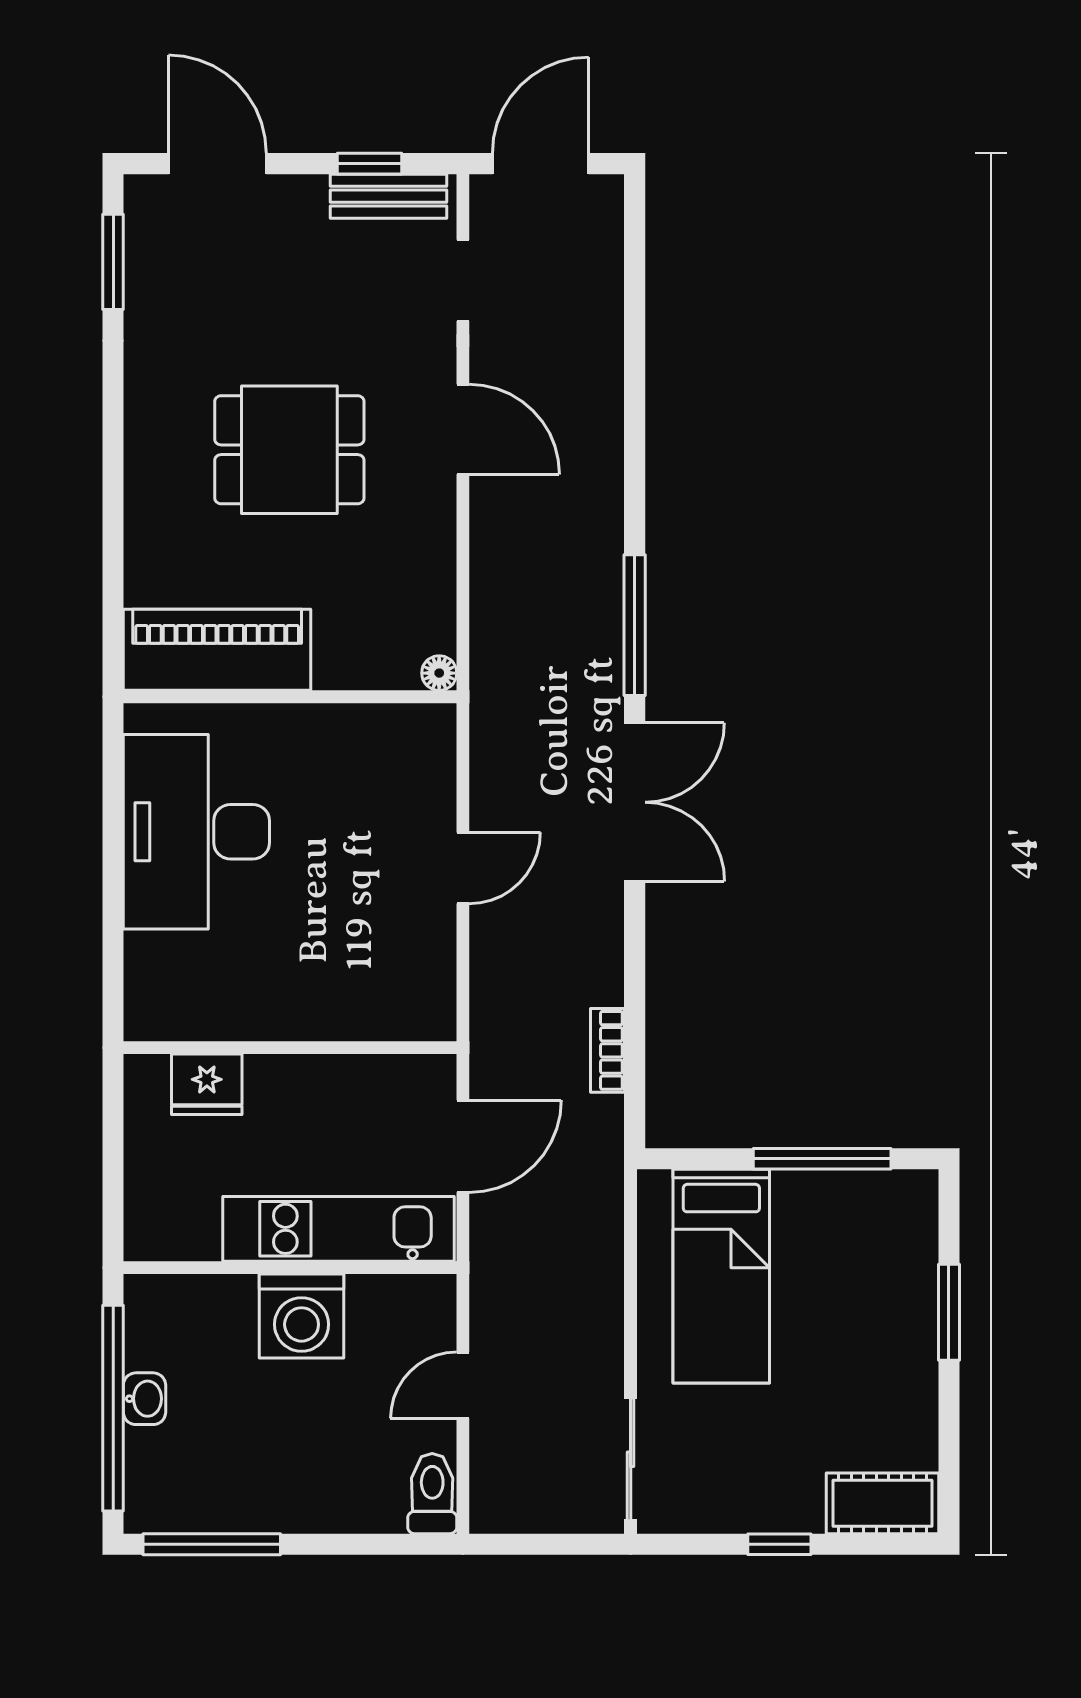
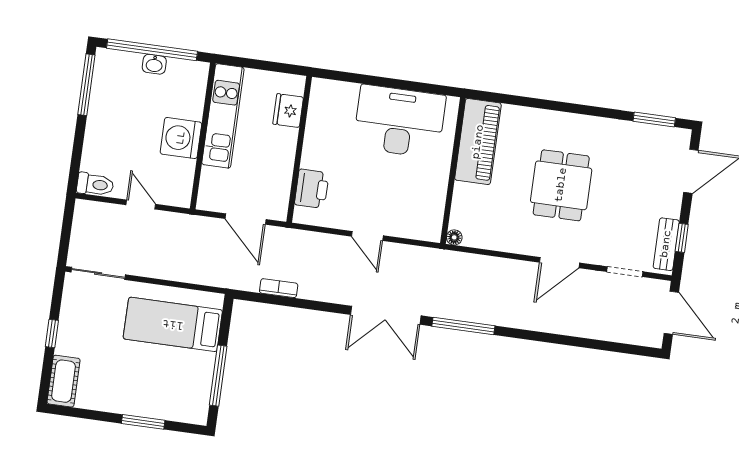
printer: (374, 1007) -> (312, 189), added
kitchen unit: (339, 1229) -> (223, 116), moved

